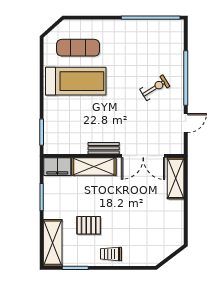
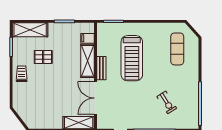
treadmill: (76, 81) -> (132, 58), moved
exercise bike: (155, 88) -> (167, 102), moved
filing cabinet: (57, 167) -> (87, 38), width x0.50
pallet: (89, 225) -> (43, 57), turned 90

